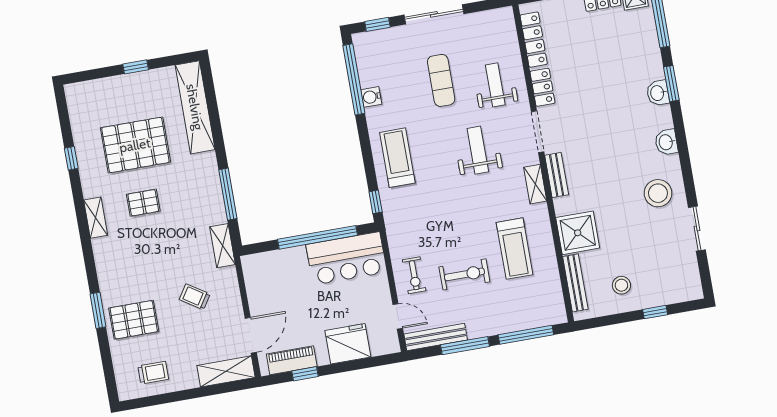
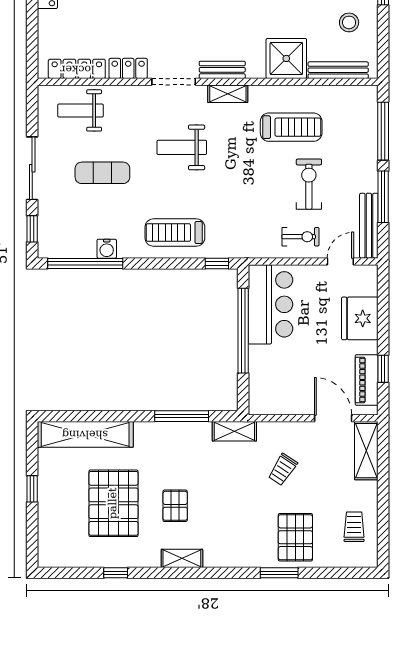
weight bench: (495, 85) -> (80, 110), moved

